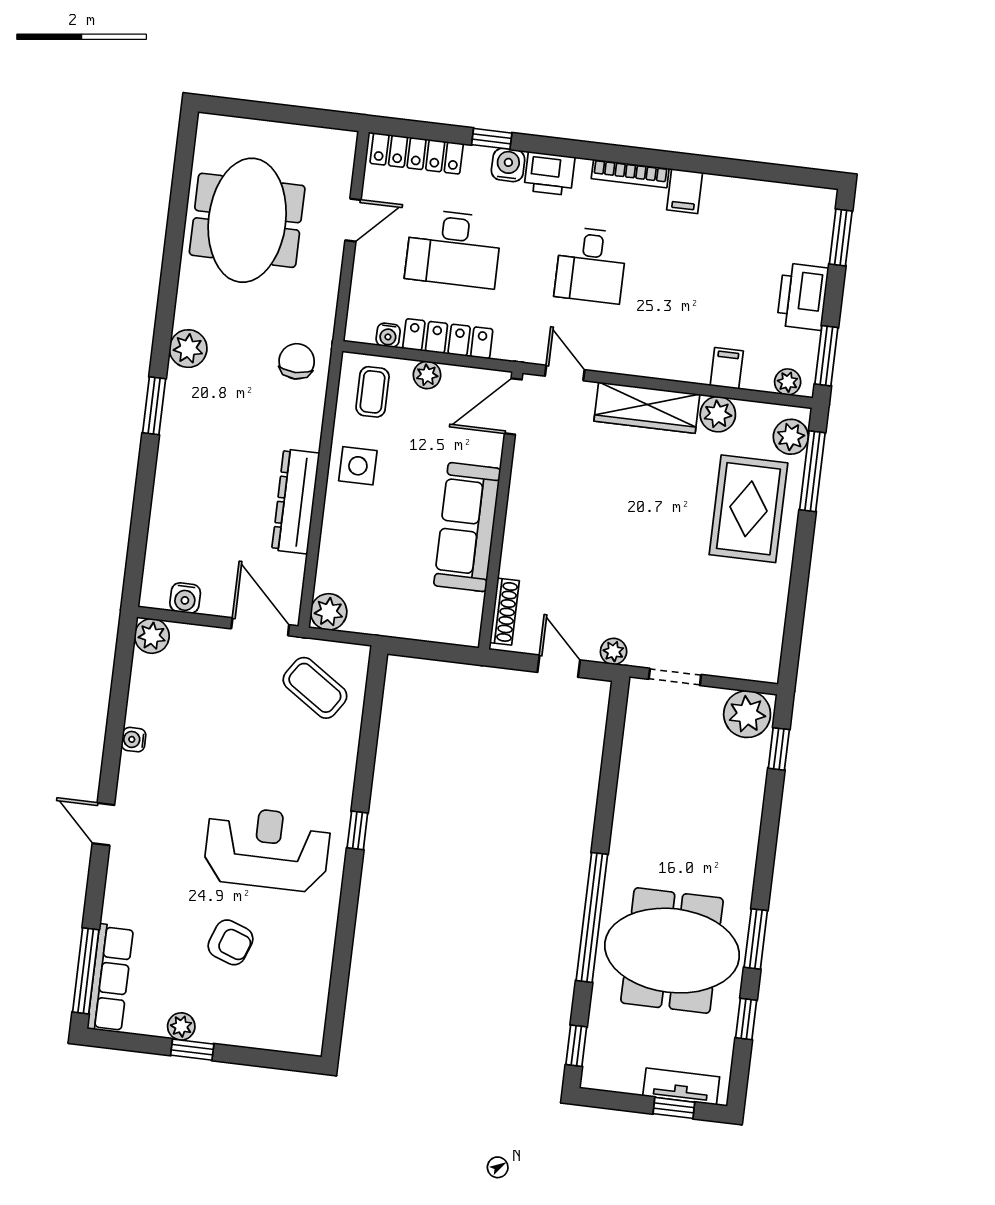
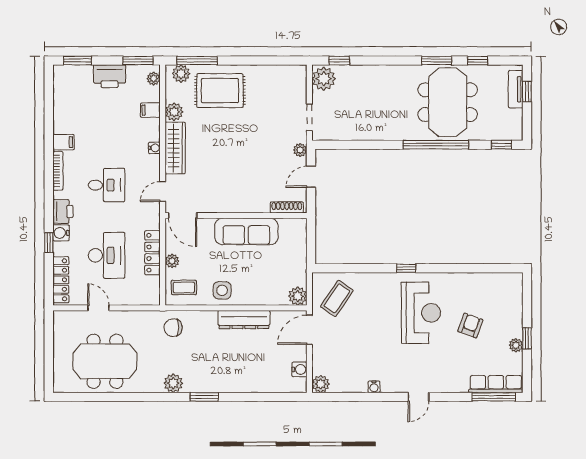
water cooler: (388, 335) -> (154, 148), moved
reception desk: (267, 849) -> (421, 313), turned 180

